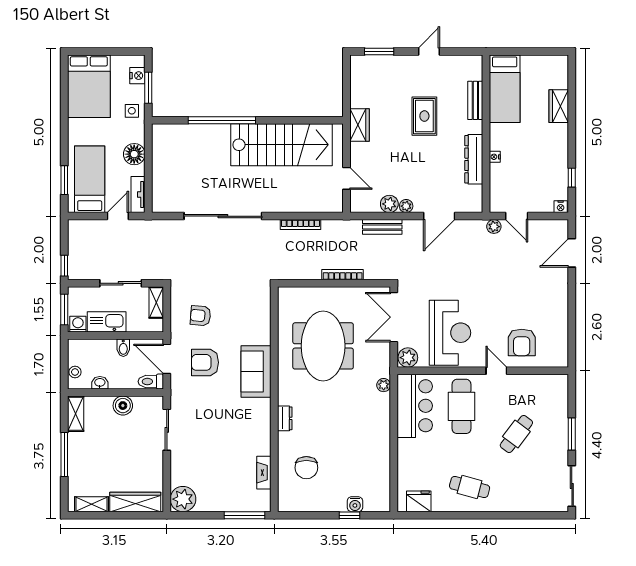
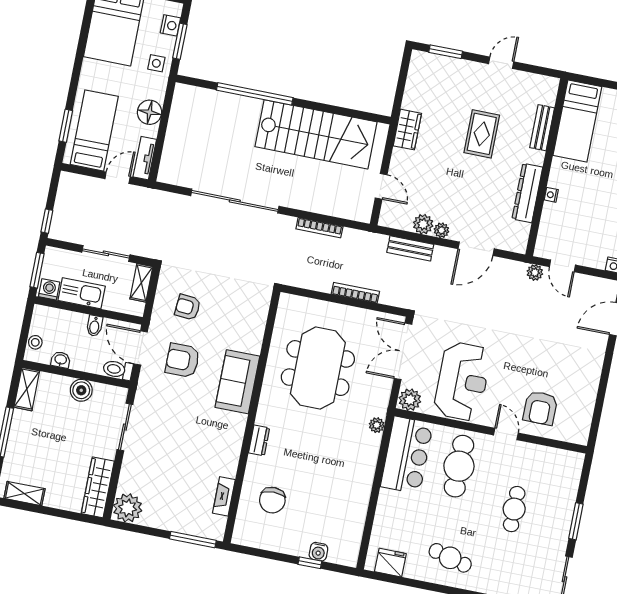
cafe table: (516, 434) -> (514, 509), turned -37
wardrobe: (135, 502) -> (98, 487), moved, turned -90

